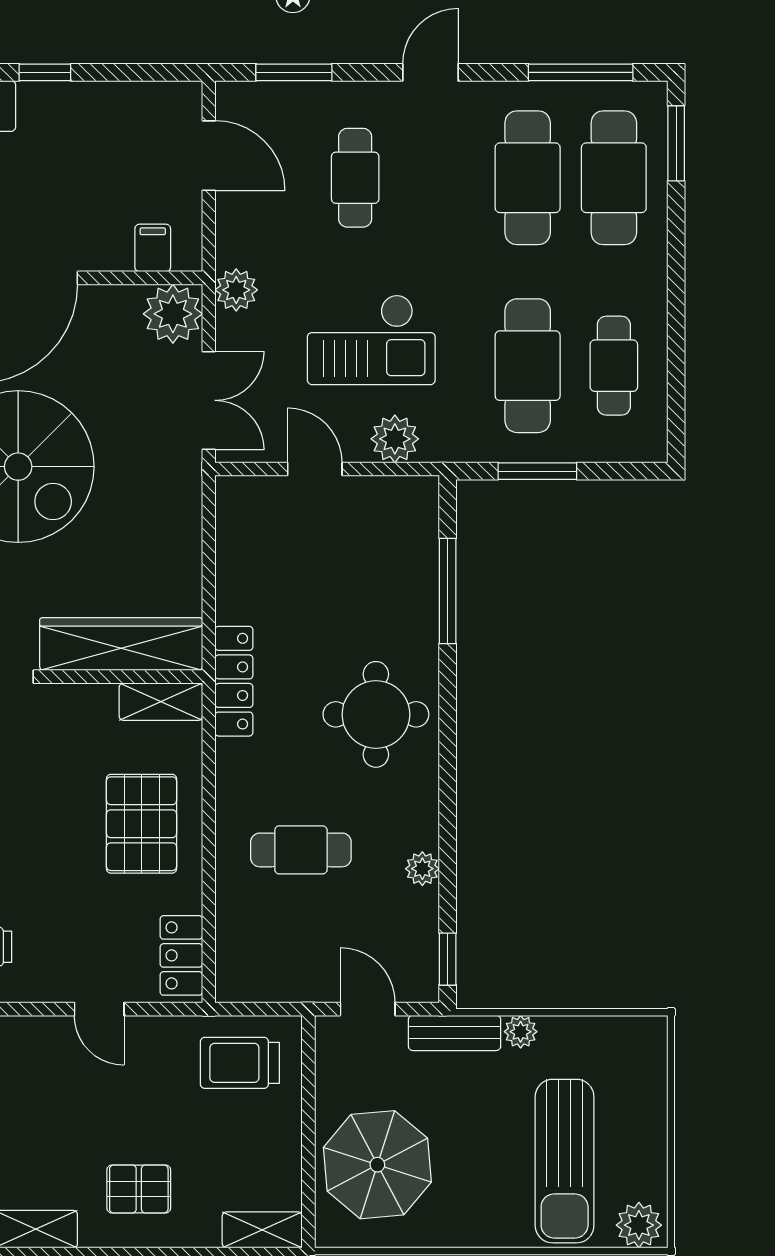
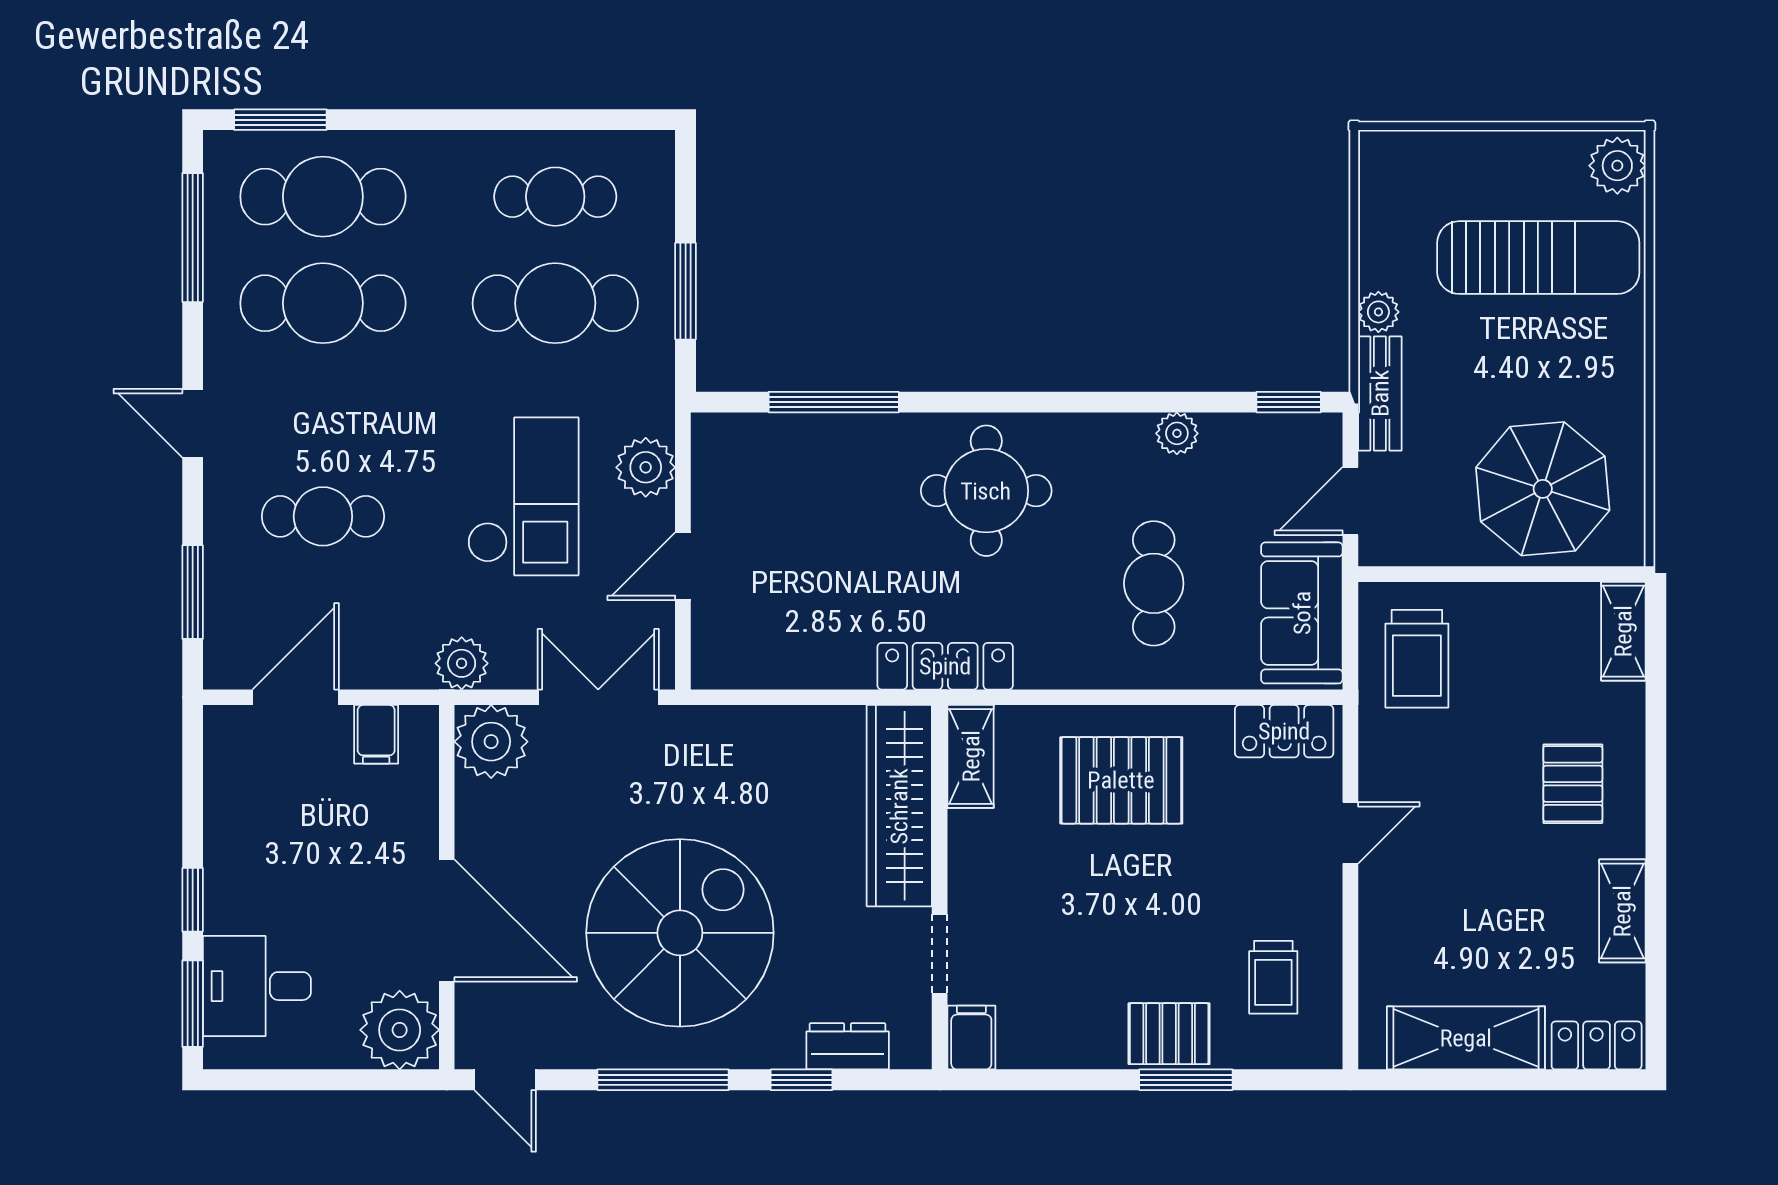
filing cabinet: (153, 248) -> (376, 734), moved, turned -90
sofa: (277, 970) -> (1302, 613), added

